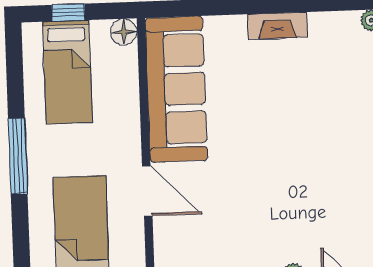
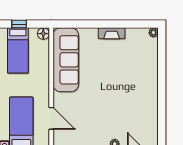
door: (147, 191) -> (51, 118), moved

